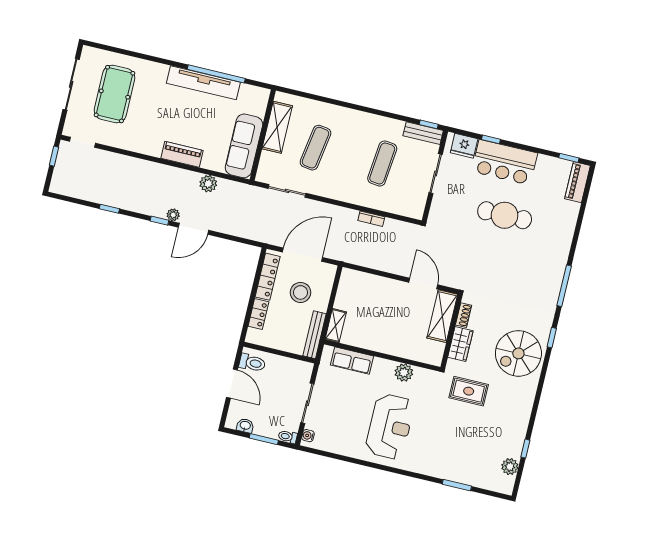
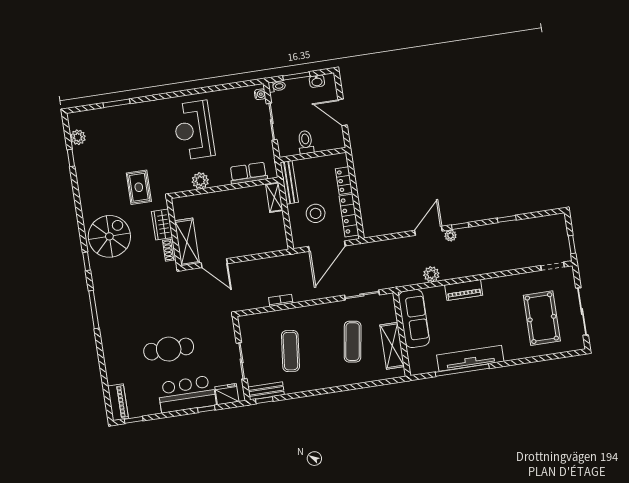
toilet: (252, 363) -> (306, 142), moved, turned 90
rug: (469, 391) -> (139, 187), turned 90

